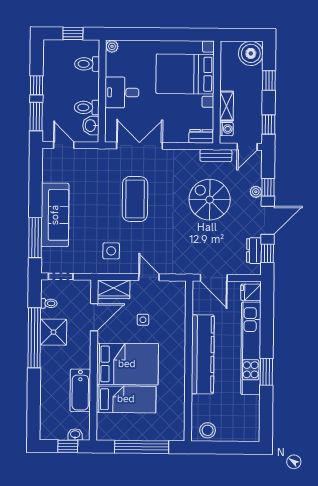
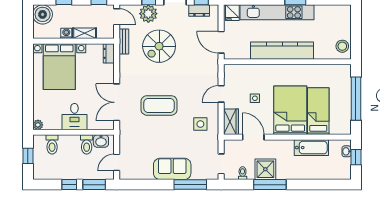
washing machine: (226, 129) -> (66, 33), moved
plant: (256, 192) -> (148, 14), width x1.88, depth x1.88
sofa: (55, 215) -> (172, 169), width x0.73
door: (214, 278) -> (221, 42), swing flipped
window: (34, 338) -> (270, 185), width x0.68

